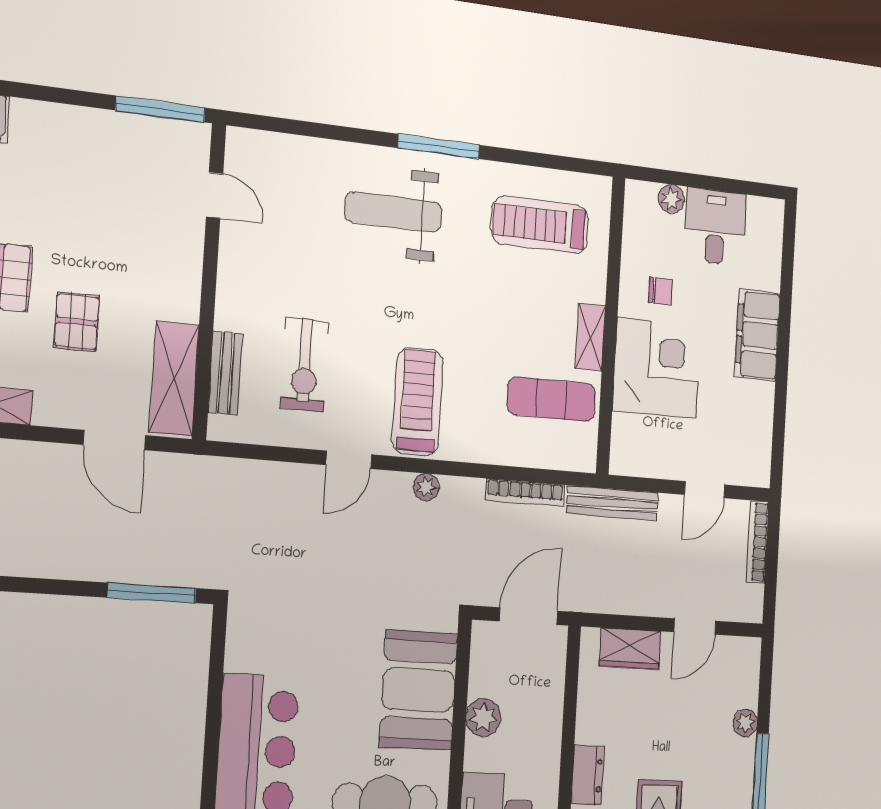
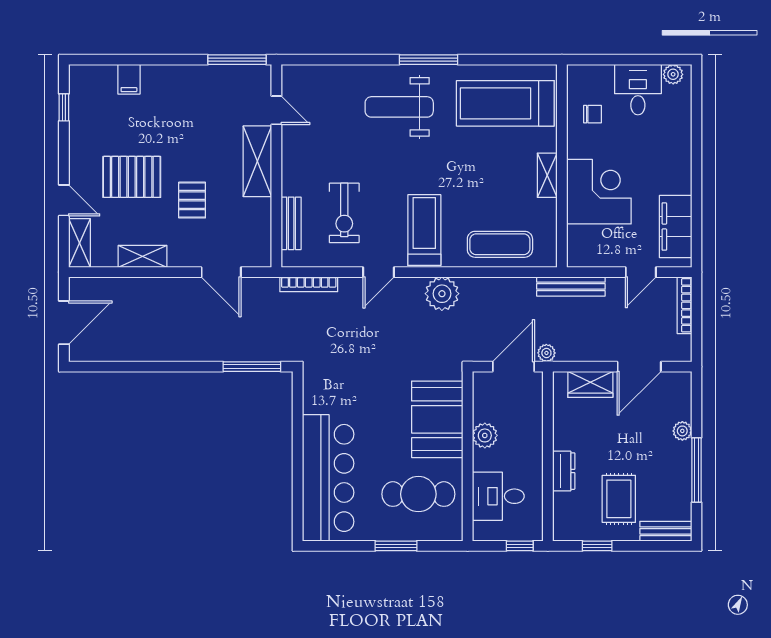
plant: (671, 199) -> (673, 74), moved
treadmill: (540, 225) -> (505, 103), width x1.37, depth x1.38
chair: (661, 291) -> (593, 114), moved
filing cabinet: (757, 335) -> (676, 227), moved
shelving: (174, 379) -> (257, 161), moved
exercise mat: (552, 399) -> (500, 244), moved
plant: (426, 487) -> (442, 294), width x1.87, depth x1.87
bookcase: (525, 493) -> (309, 284), moved
plant: (574, 599) -> (546, 353), added
door: (695, 626) -> (639, 367), width x1.38

